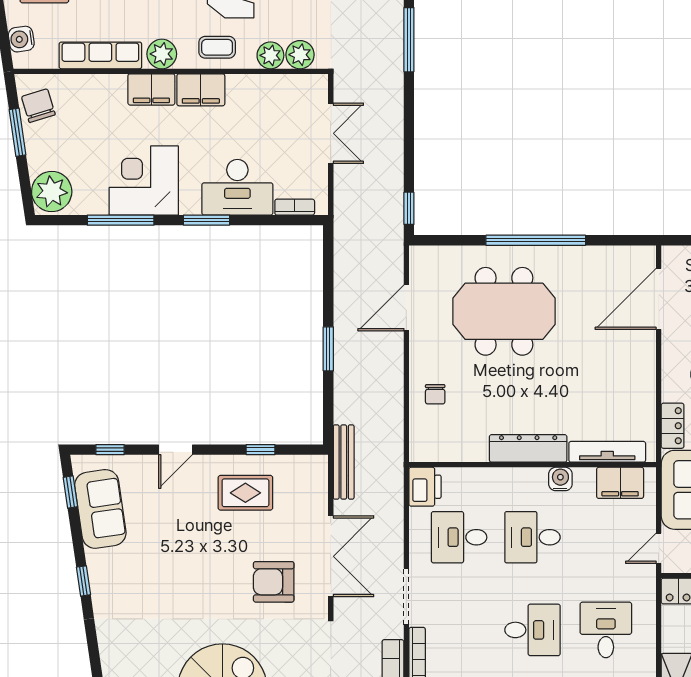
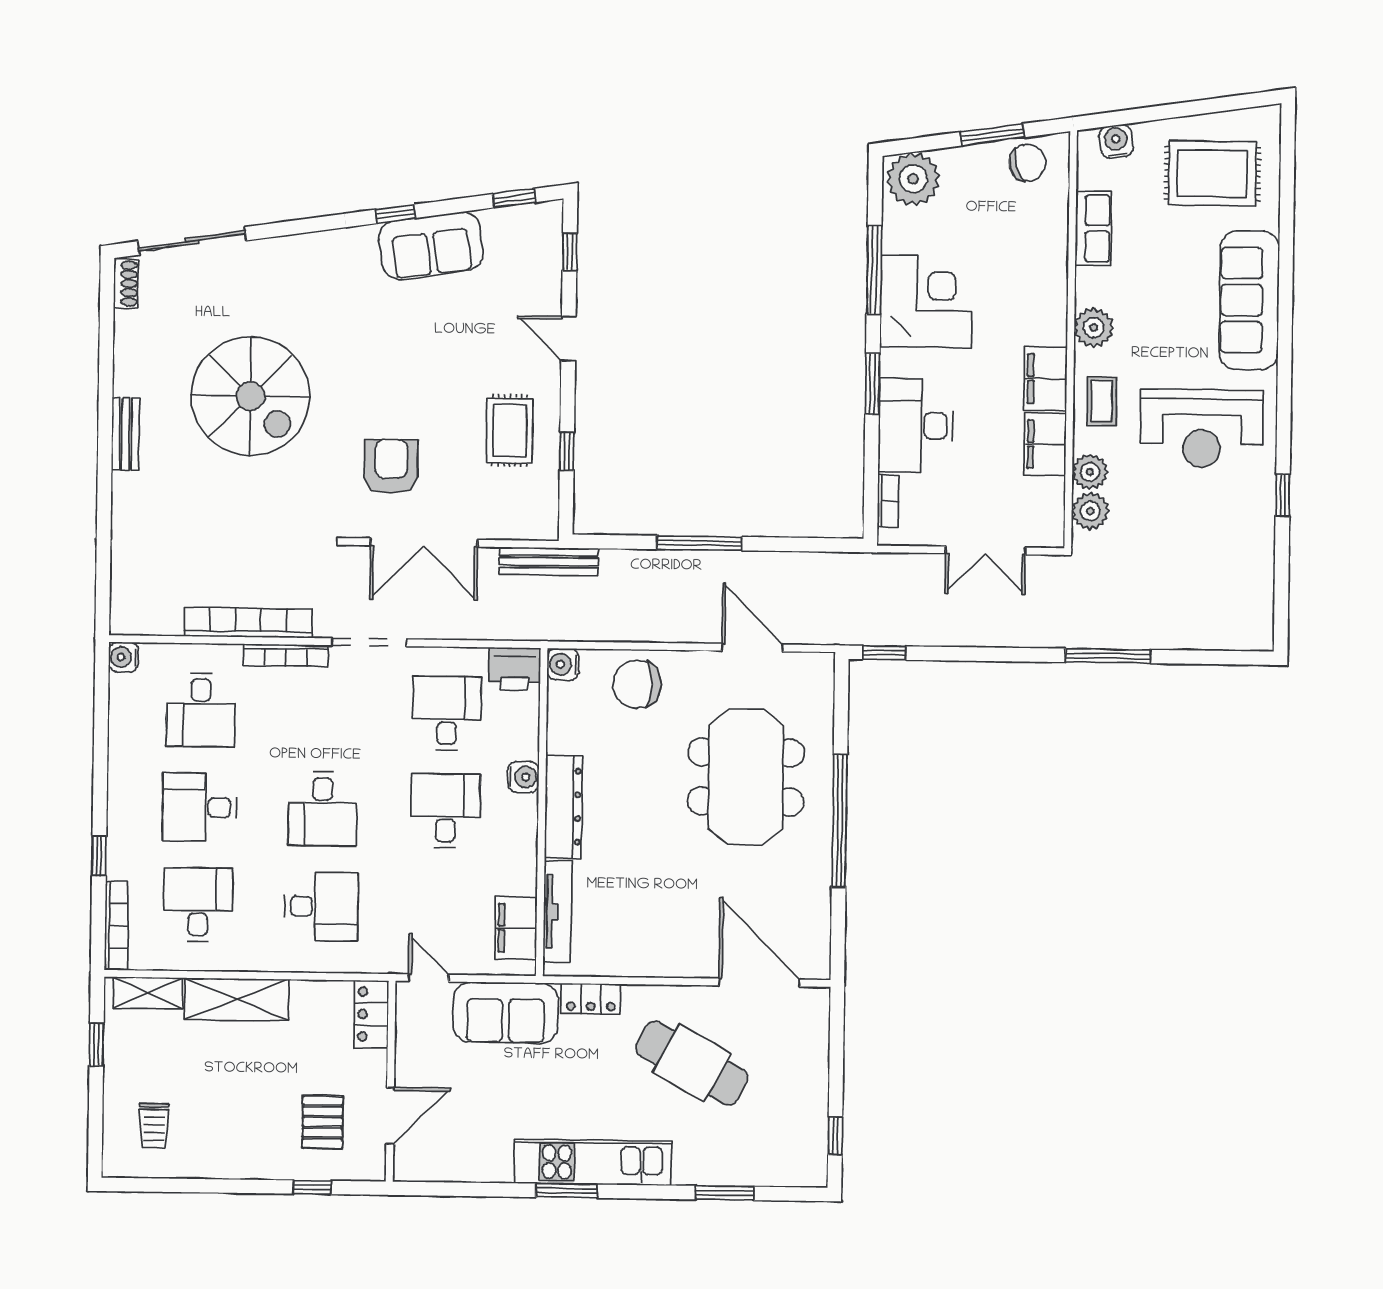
row of seats: (100, 55) -> (1093, 228), width x0.68
filing cabinet: (151, 89) -> (1045, 444), moved
window: (328, 349) -> (699, 543), width x1.44
chair: (435, 394) -> (637, 684), width x1.87, depth x1.87
water cooler: (421, 450) -> (563, 664), added
water cooler: (560, 479) -> (523, 777), moved
sofa: (100, 509) -> (431, 246), moved

